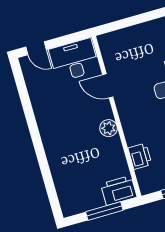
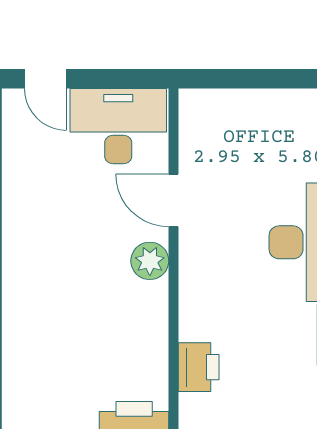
plant: (109, 128) -> (150, 261), moved

